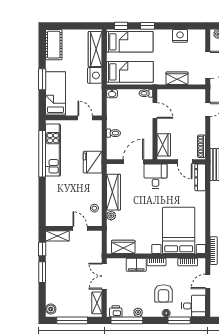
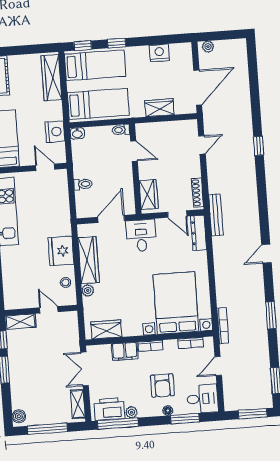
nightstand: (95, 75) -> (55, 132), moved
fridge: (93, 162) -> (61, 251), moved
printer: (116, 311) -> (109, 409), width x1.87, depth x1.48

